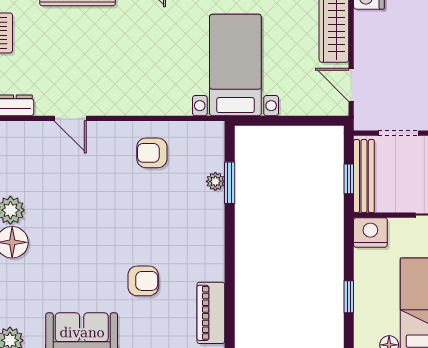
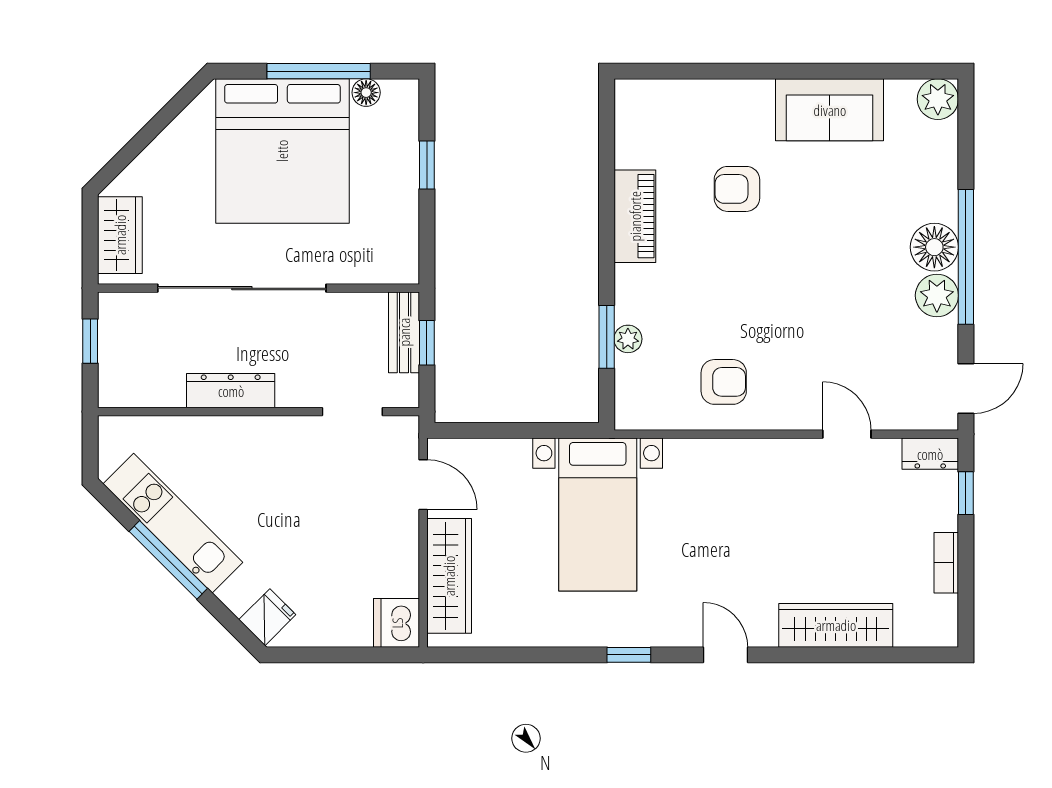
bench: (364, 176) -> (404, 332), width x0.73
nightstand: (370, 233) -> (394, 262), removed
piano: (211, 313) -> (635, 216), moved

